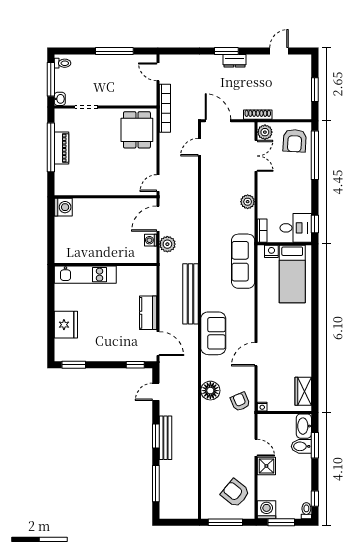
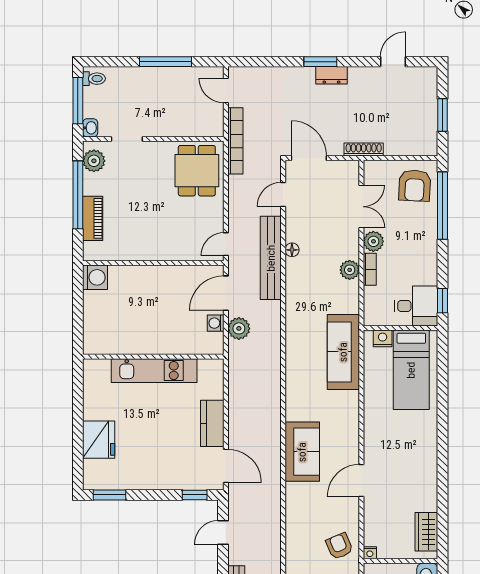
plant: (62, 123) -> (94, 161), added
plant: (265, 132) -> (373, 241), moved
piano: (62, 148) -> (93, 218), moved
bookcase: (262, 231) -> (370, 269), moved
kitchen unit: (85, 275) -> (154, 371), moved
bench: (191, 294) -> (271, 258), moved
floor lamp: (210, 391) -> (292, 250), moved, width x0.53, depth x0.53

